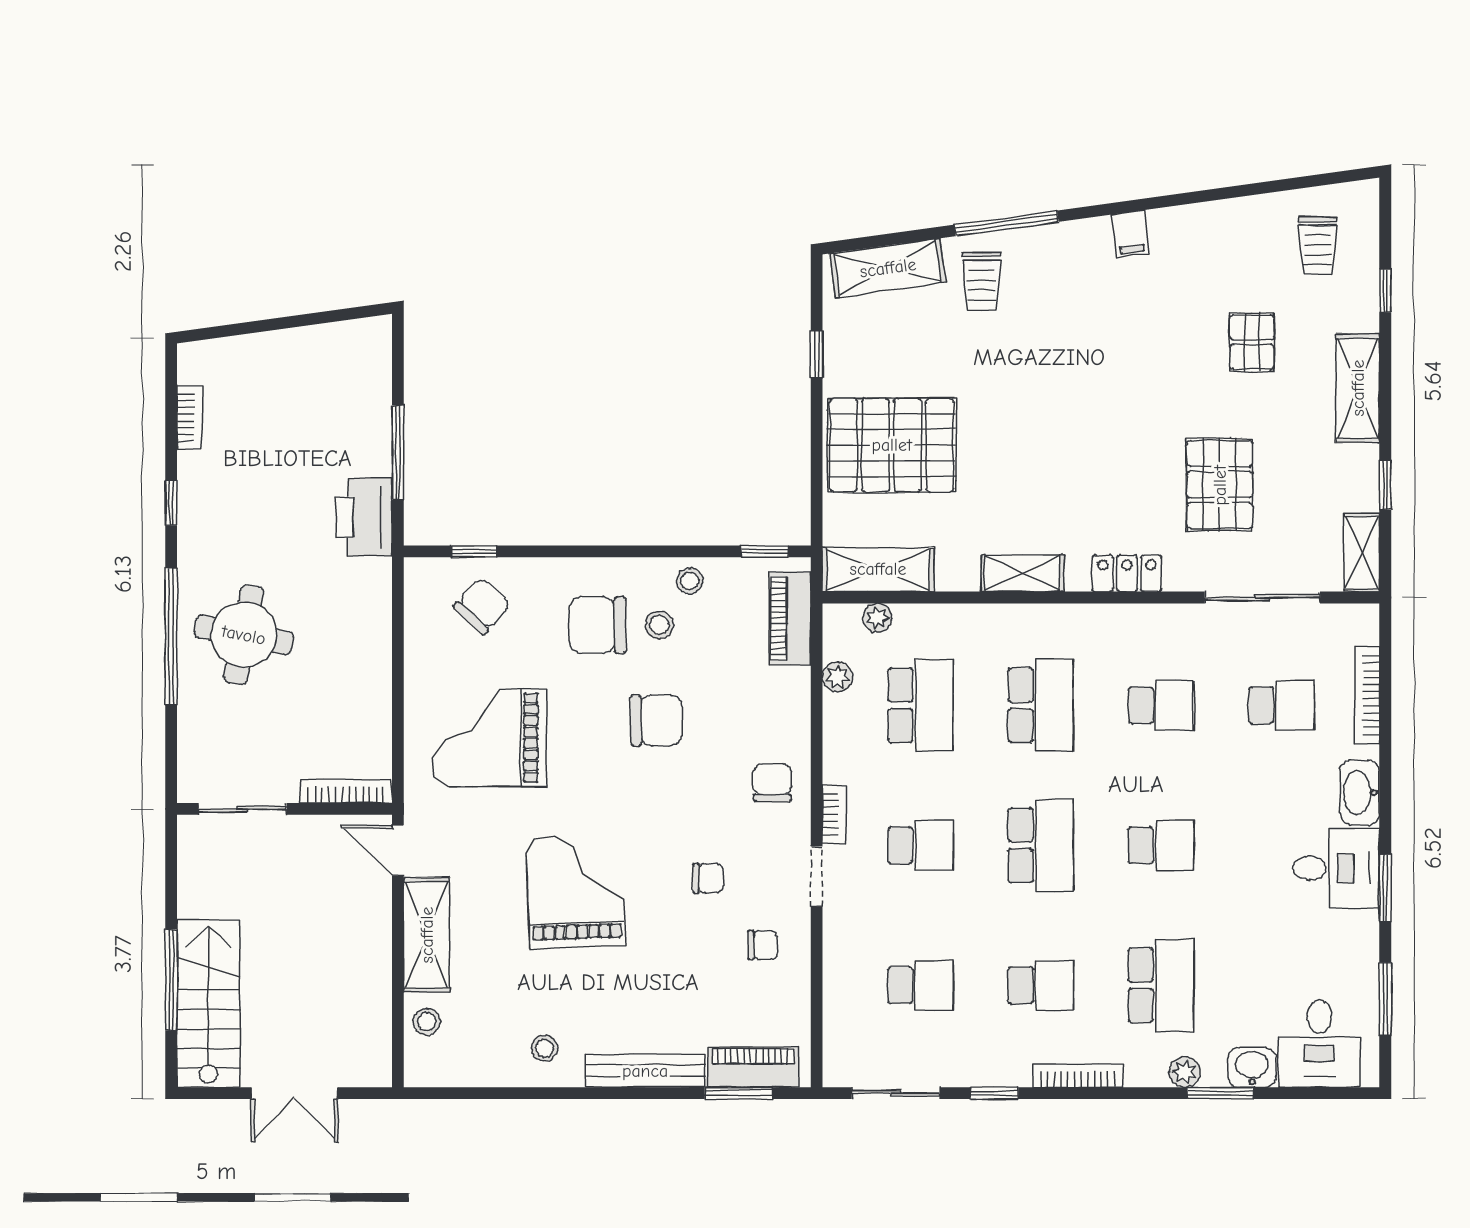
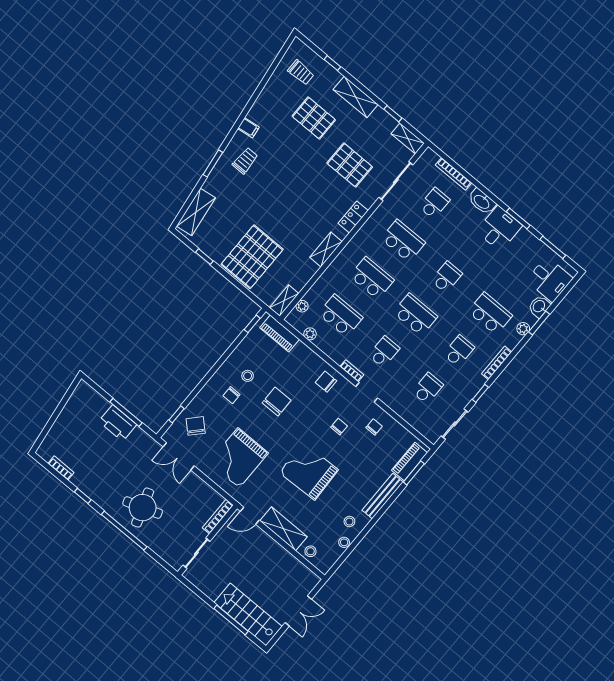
window: (1006, 223) -> (213, 163), width x0.69
trolley: (982, 281) -> (245, 161), moved, turned -90
pallet: (1252, 342) -> (314, 118), width x1.50, depth x1.42
printer: (364, 517) -> (118, 423), moved
shelving: (878, 569) -> (284, 301), width x0.67, depth x0.75
stool: (690, 581) -> (344, 542), moved
double door: (398, 622) -> (179, 456), added
chair: (597, 625) -> (231, 395), width x0.54, depth x0.54
round table: (244, 635) -> (143, 508), turned -30
school desk: (1161, 705) -> (403, 241), width x1.85

